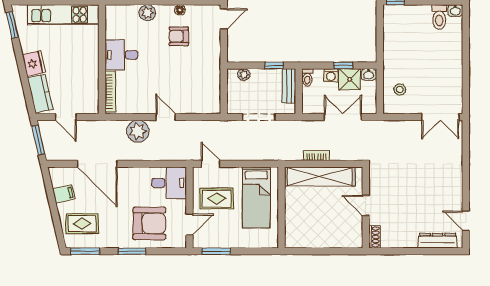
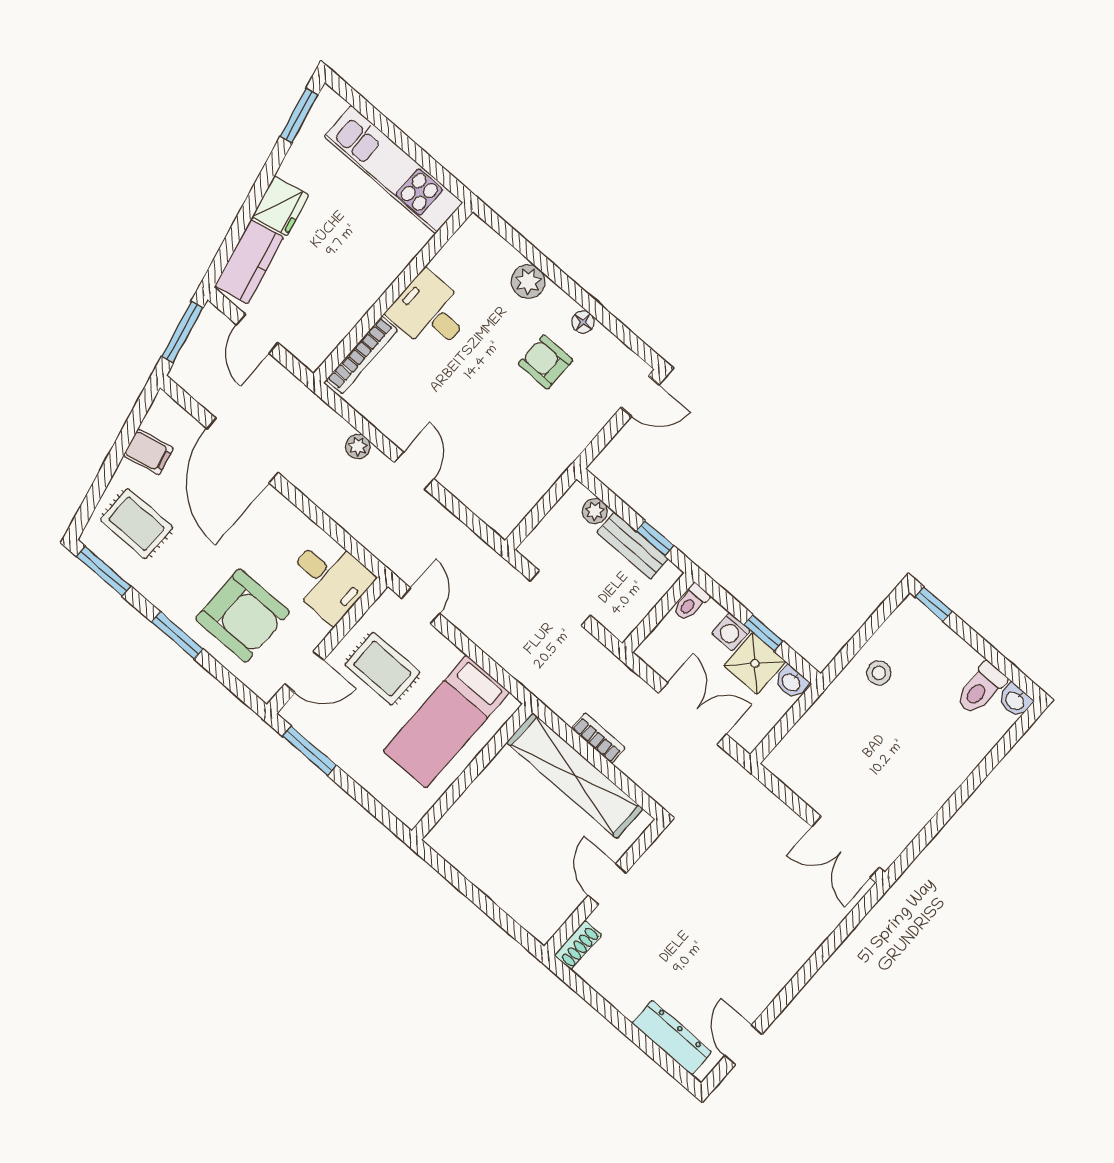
bench: (289, 86) -> (632, 546), moved, turned 90
stool: (400, 90) -> (879, 673), moved
plant: (138, 131) -> (358, 447), width x0.53, depth x0.53

